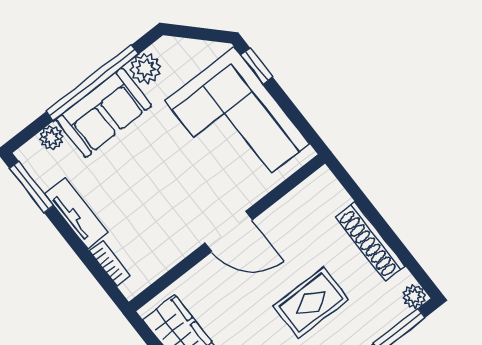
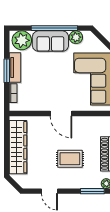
plant: (51, 138) -> (22, 40), width x1.87, depth x1.87
window: (31, 187) -> (7, 71), moved

